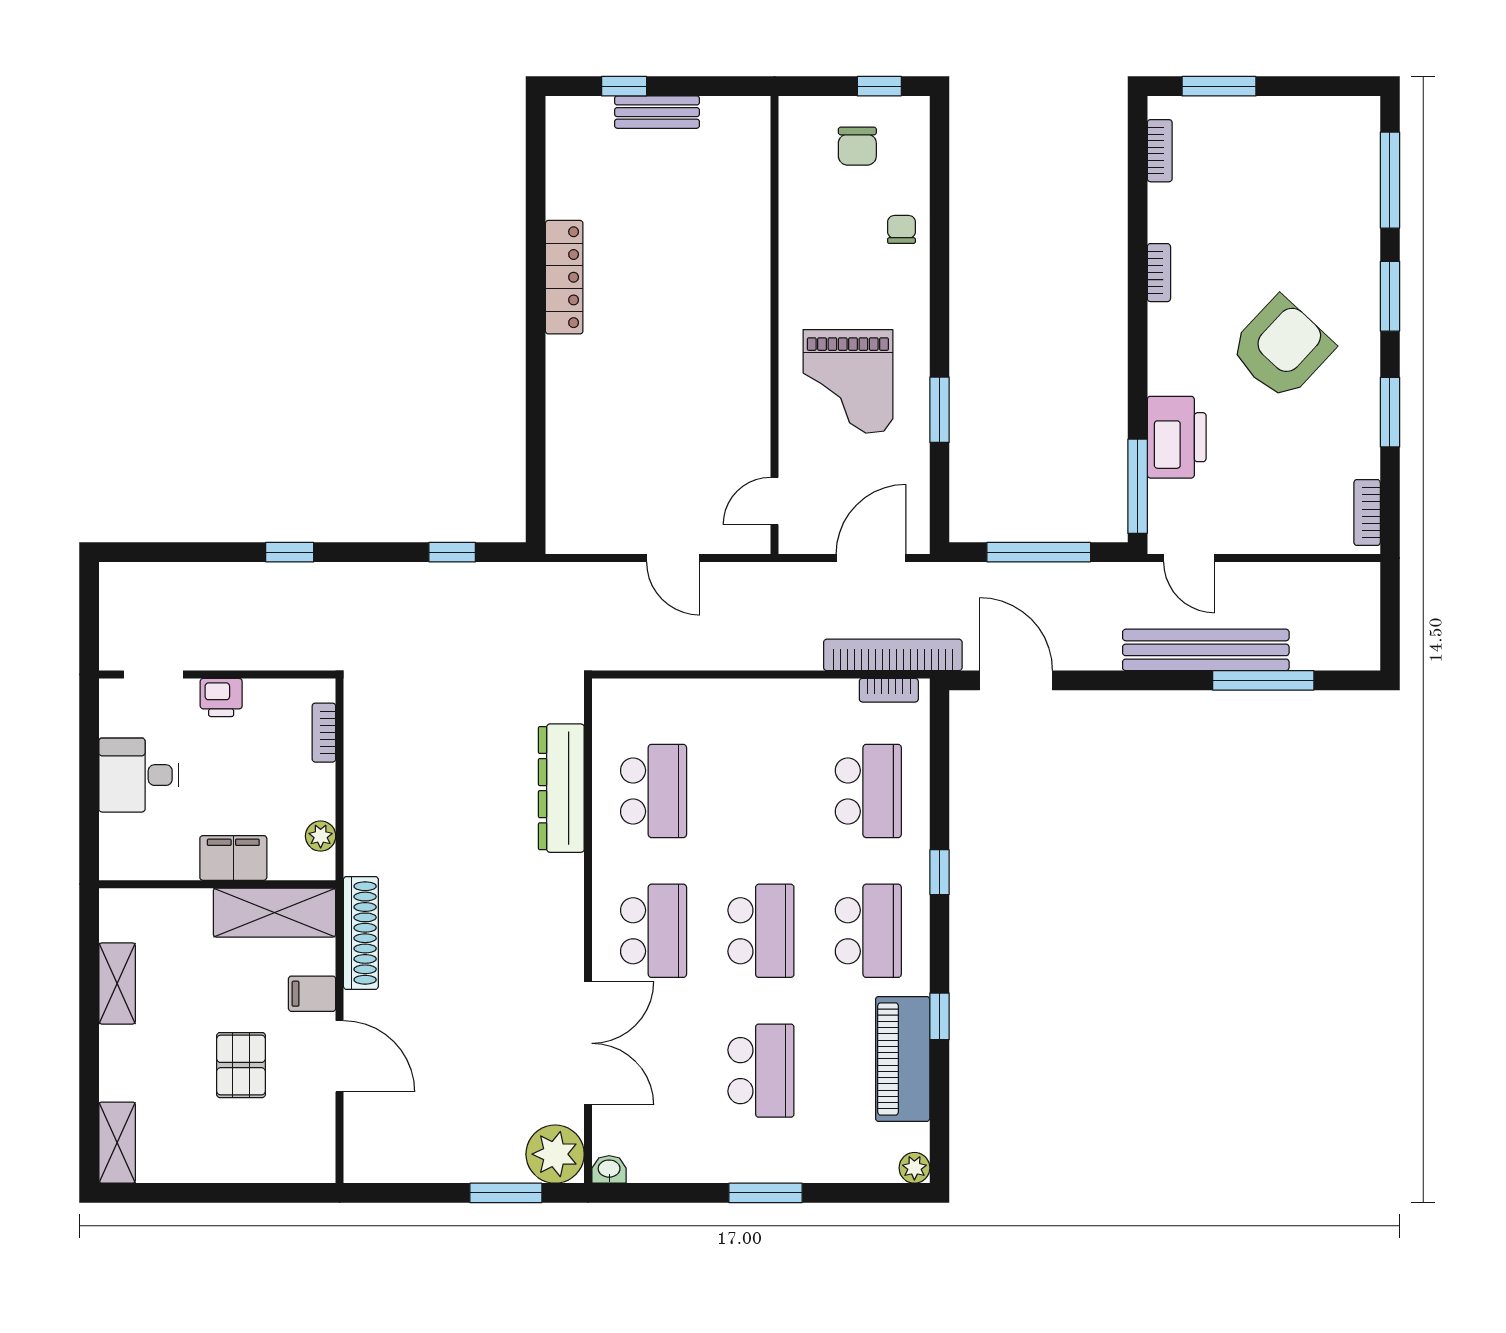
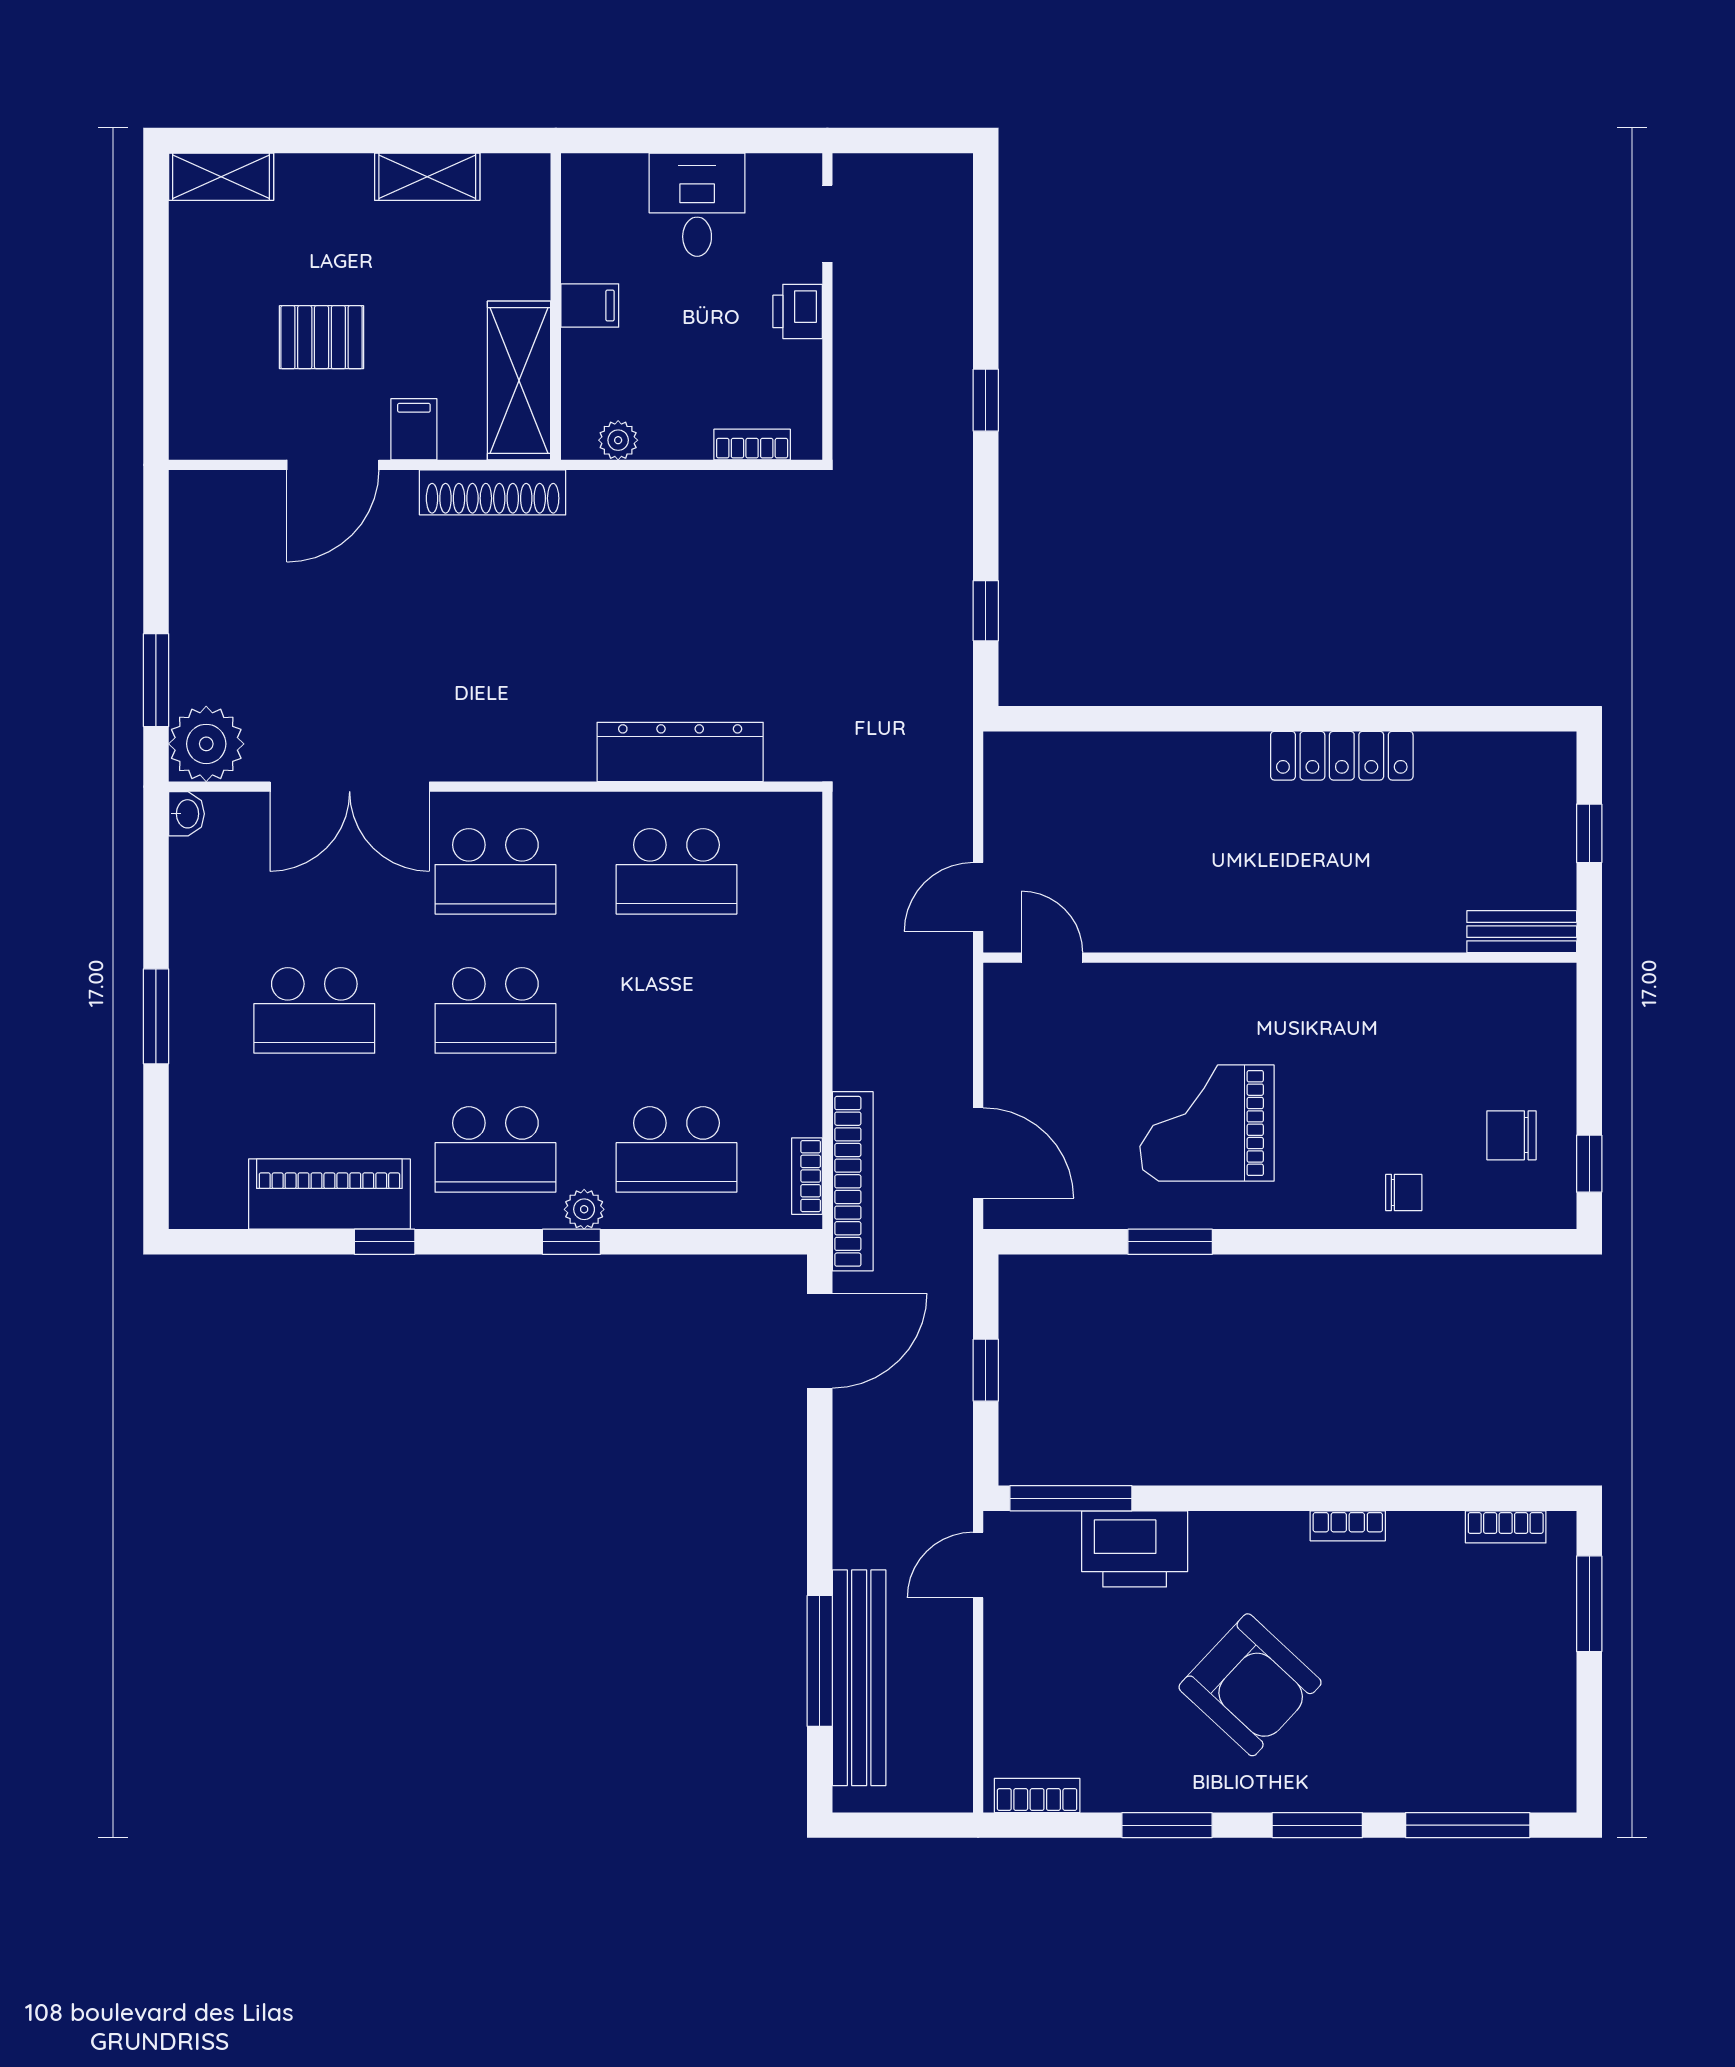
bench: (657, 112) -> (1522, 932), moved, turned 90
wall: (774, 325) -> (1280, 958), moved
door: (774, 501) -> (1052, 958), moved
window: (1039, 552) -> (986, 1370), width x0.46
bench: (1206, 650) -> (859, 1678), moved
filing cabinet: (233, 858) -> (590, 305), width x0.50
plant: (914, 1168) -> (584, 1209), moved

